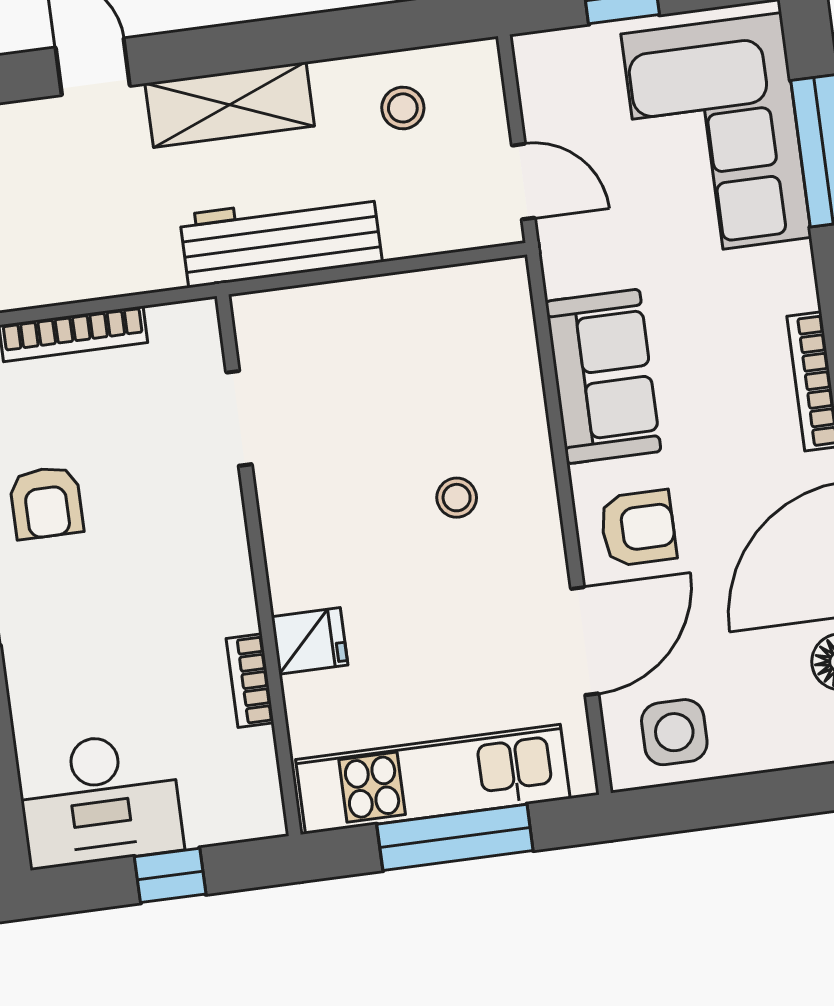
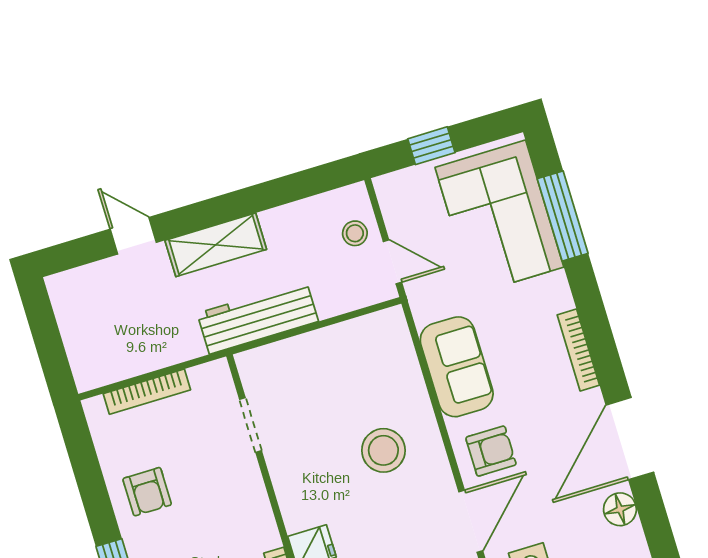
stool: (403, 108) -> (355, 233), moved
stool: (457, 498) -> (383, 450), width x1.89, depth x1.89

